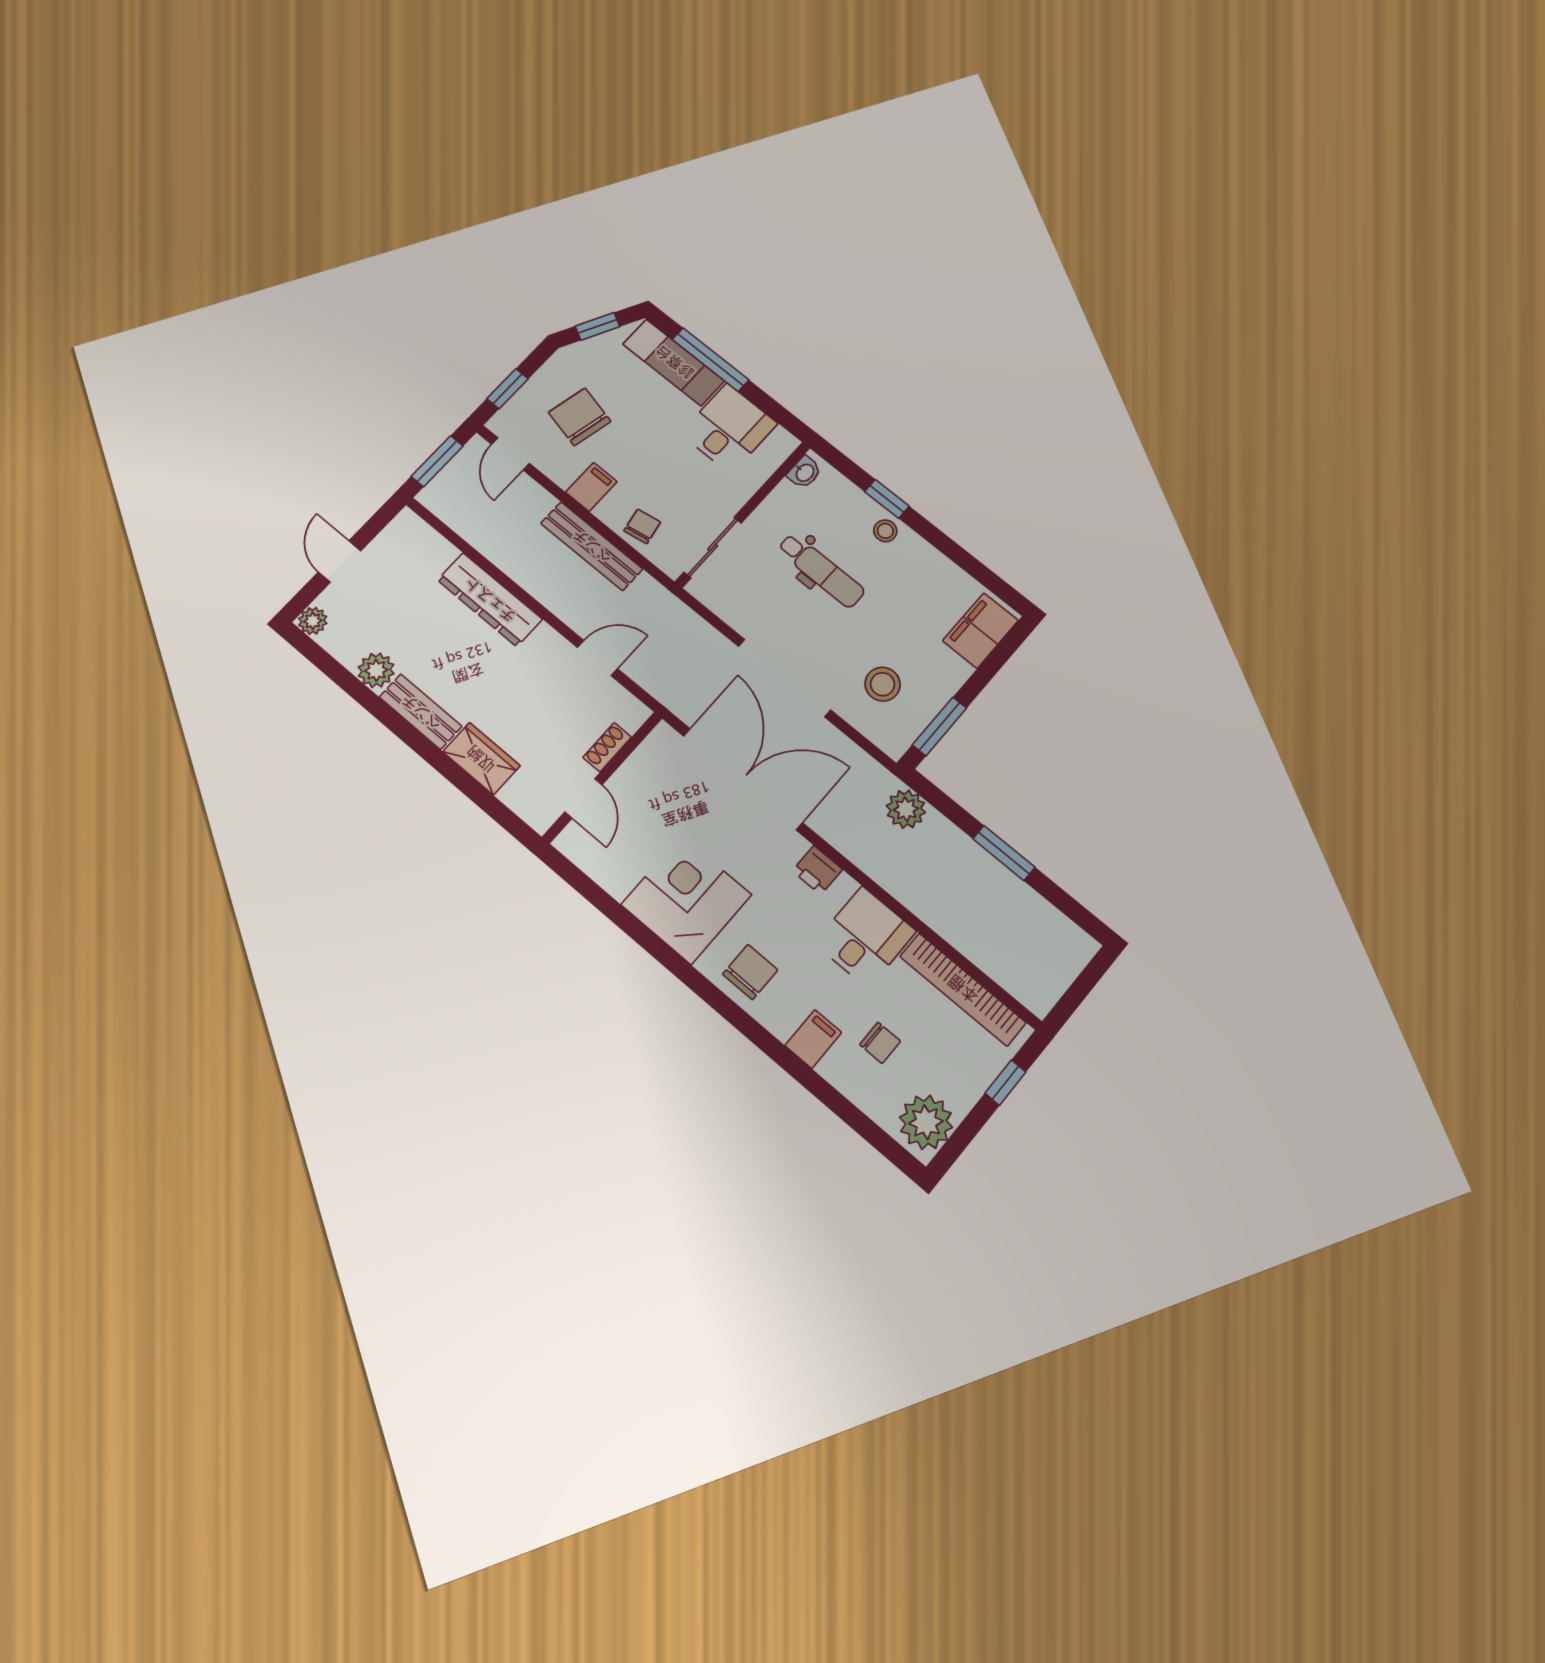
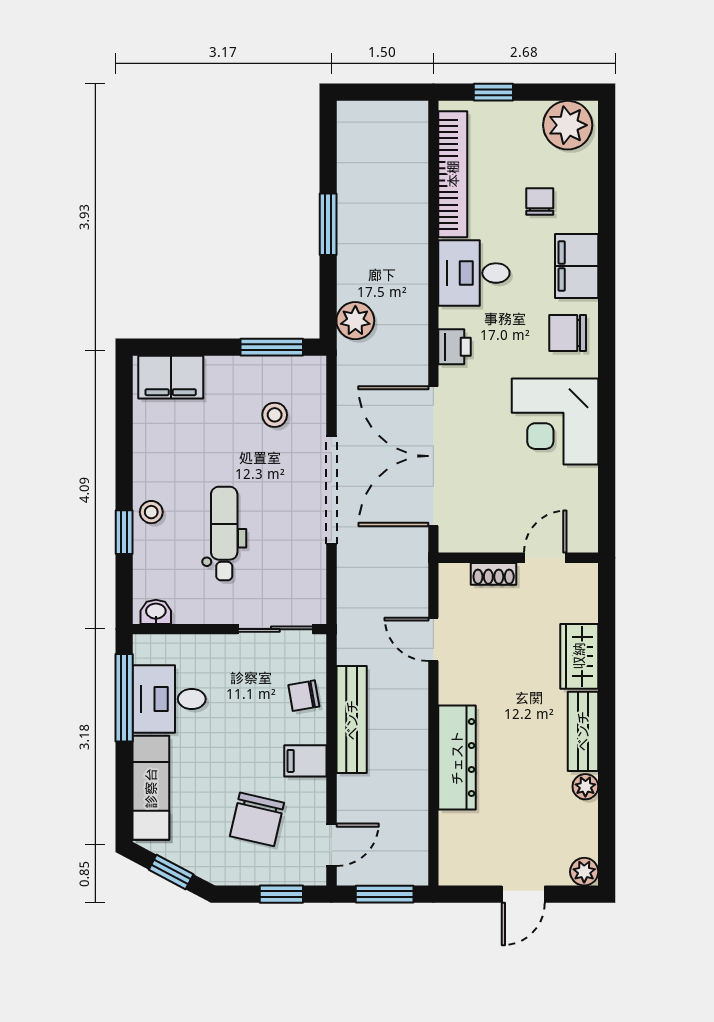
window: (711, 360) -> (124, 698), moved
plant: (376, 670) -> (585, 787), width x0.73, depth x0.73
stool: (883, 684) -> (275, 415), width x0.73, depth x0.73
filing cabinet: (813, 1039) -> (577, 266), width x2.00

